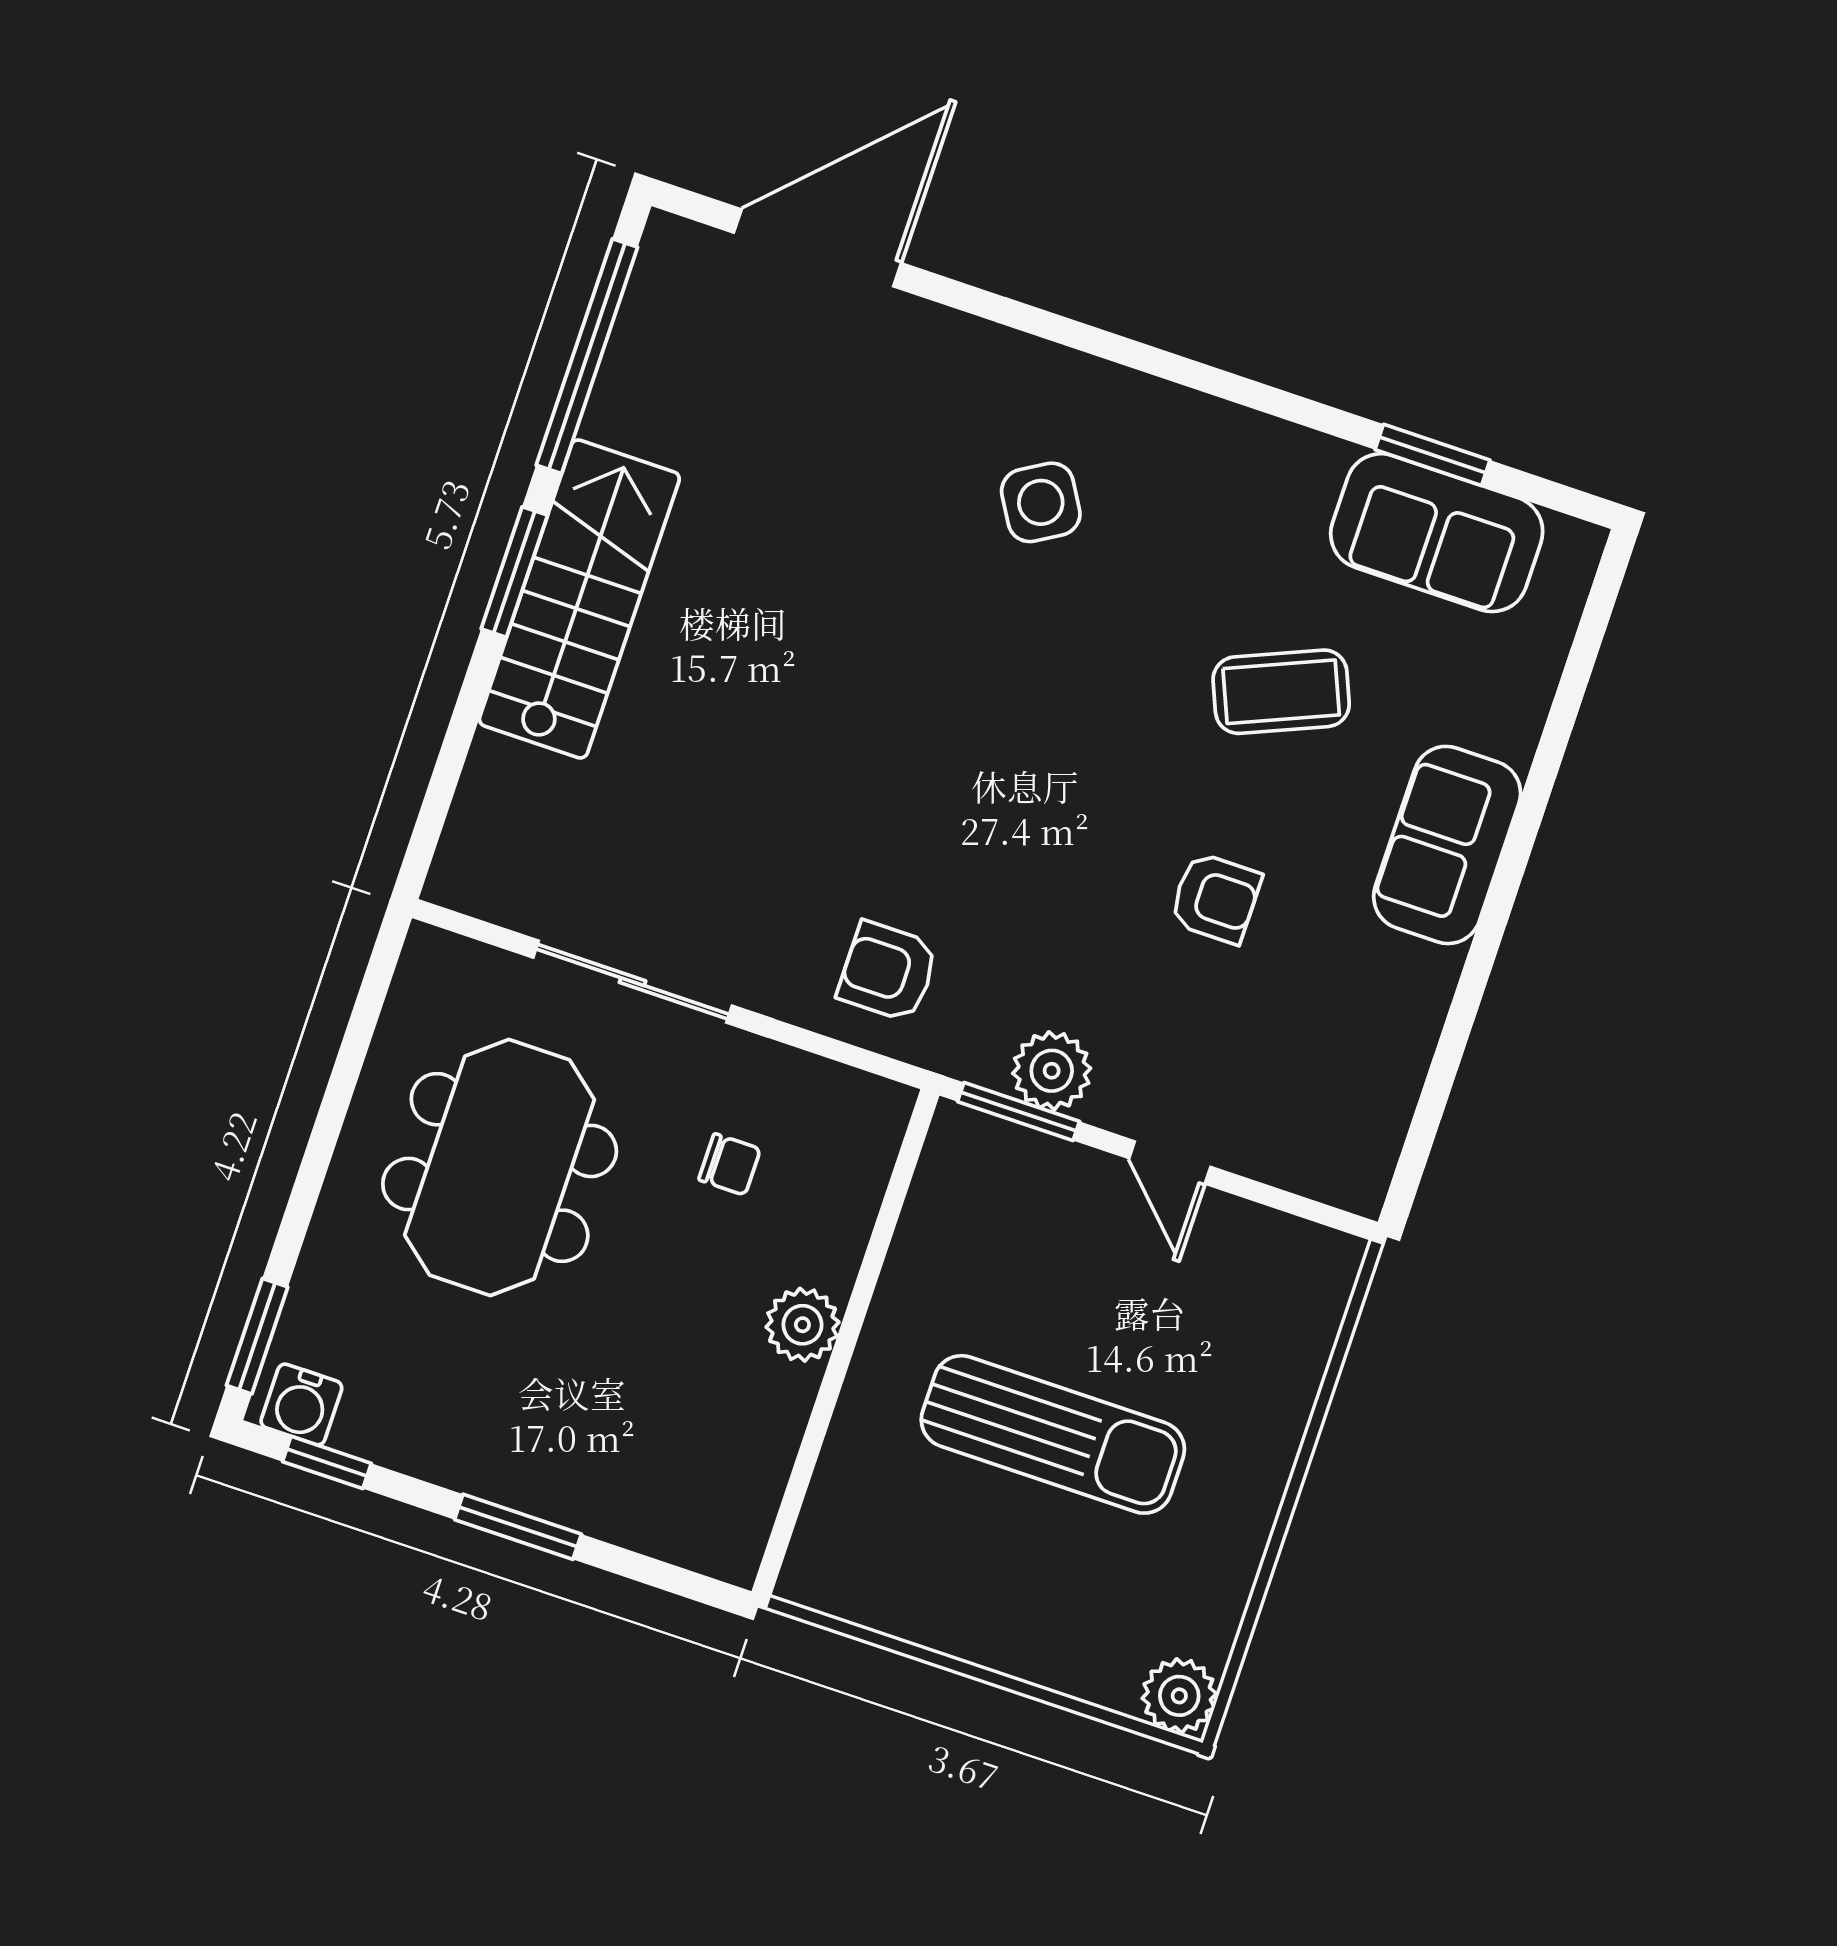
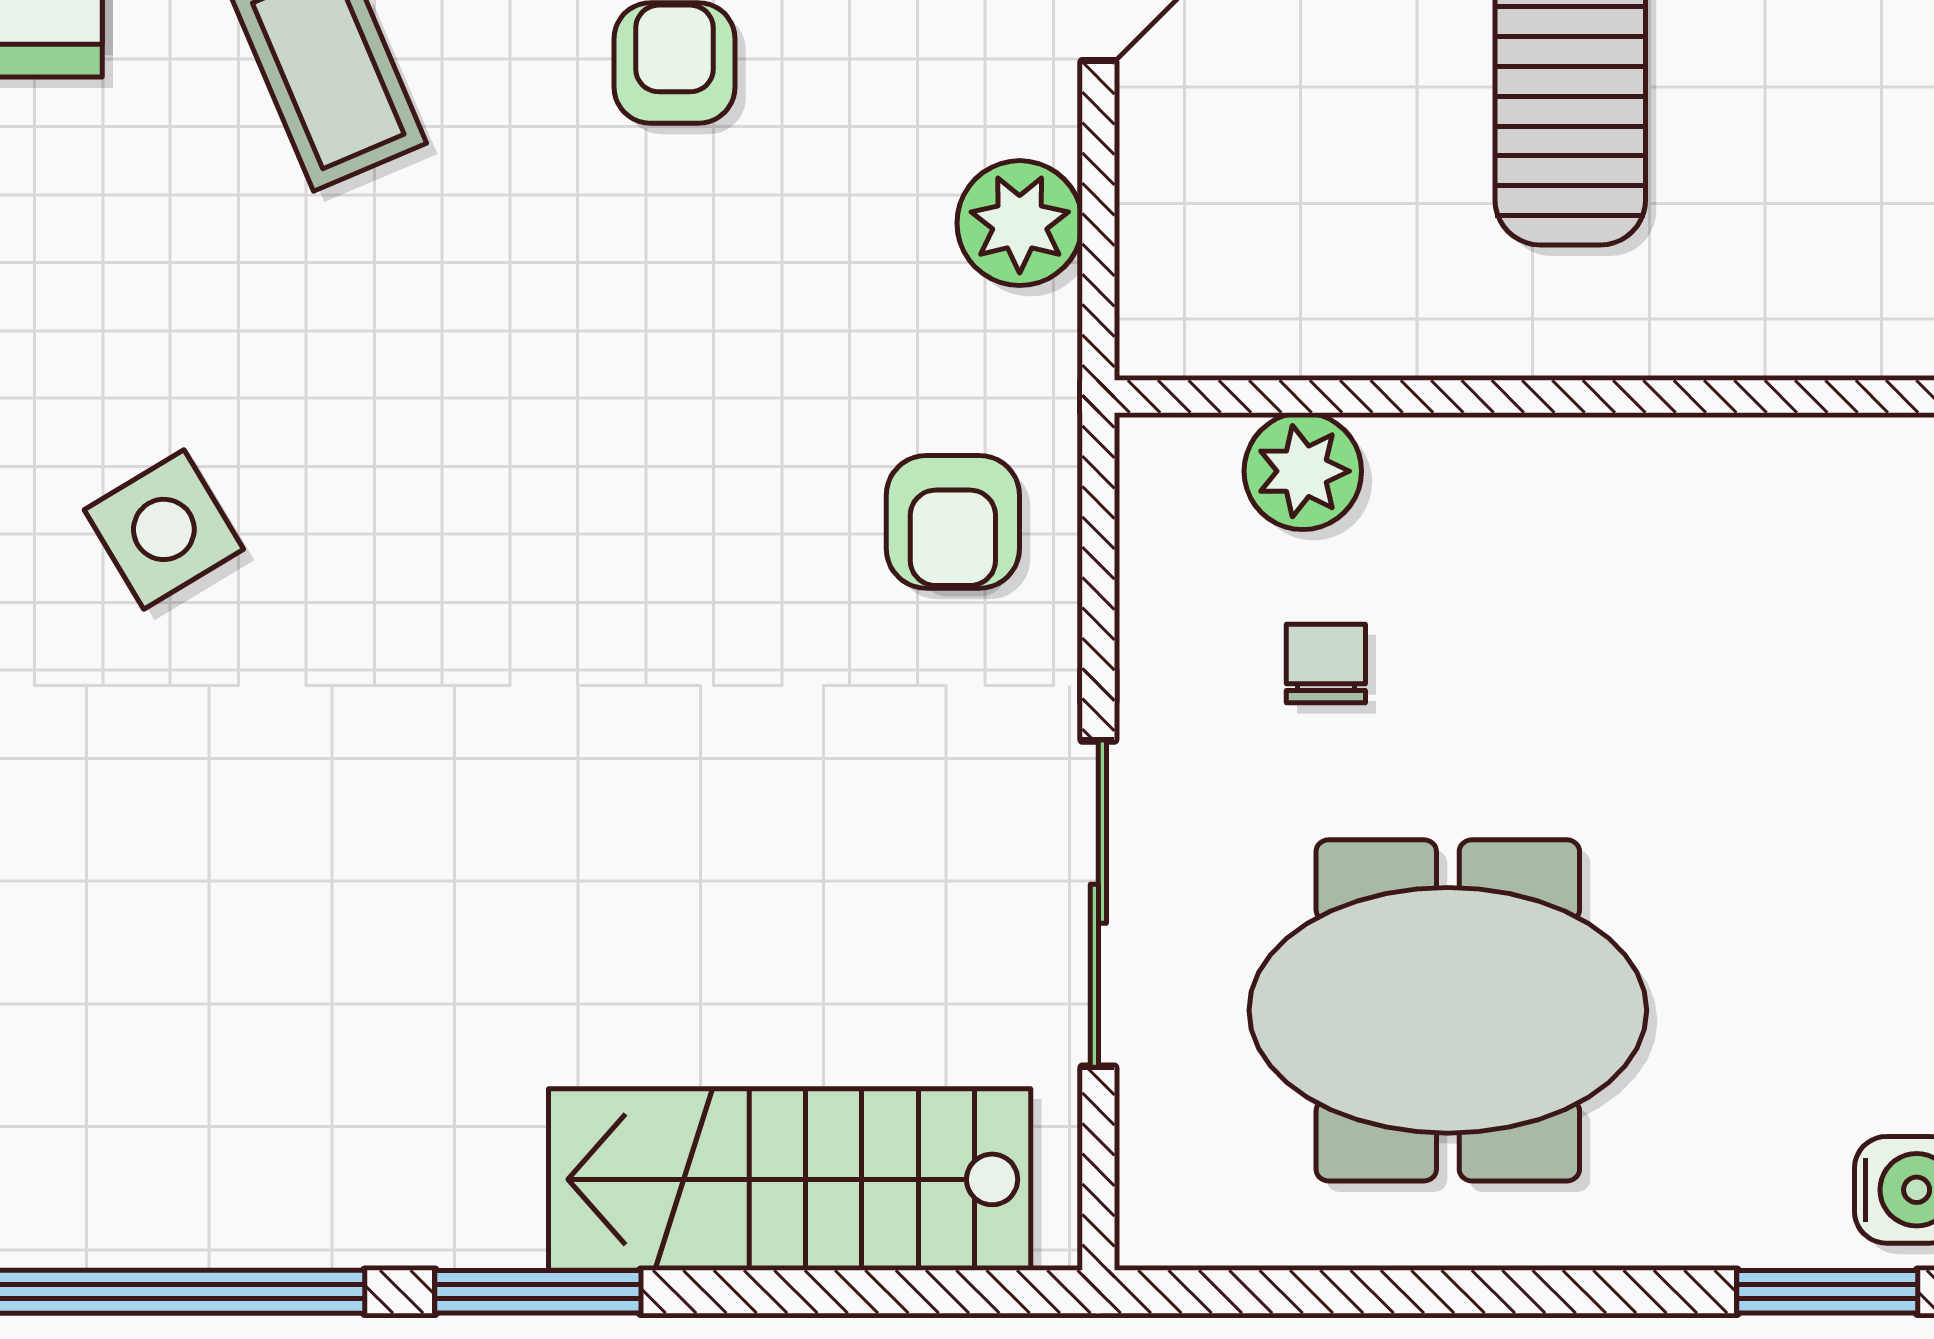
stairs: (579, 599) -> (790, 1179), moved
window: (1019, 1112) -> (1098, 252), removed
plant: (802, 1325) -> (1303, 471), moved

